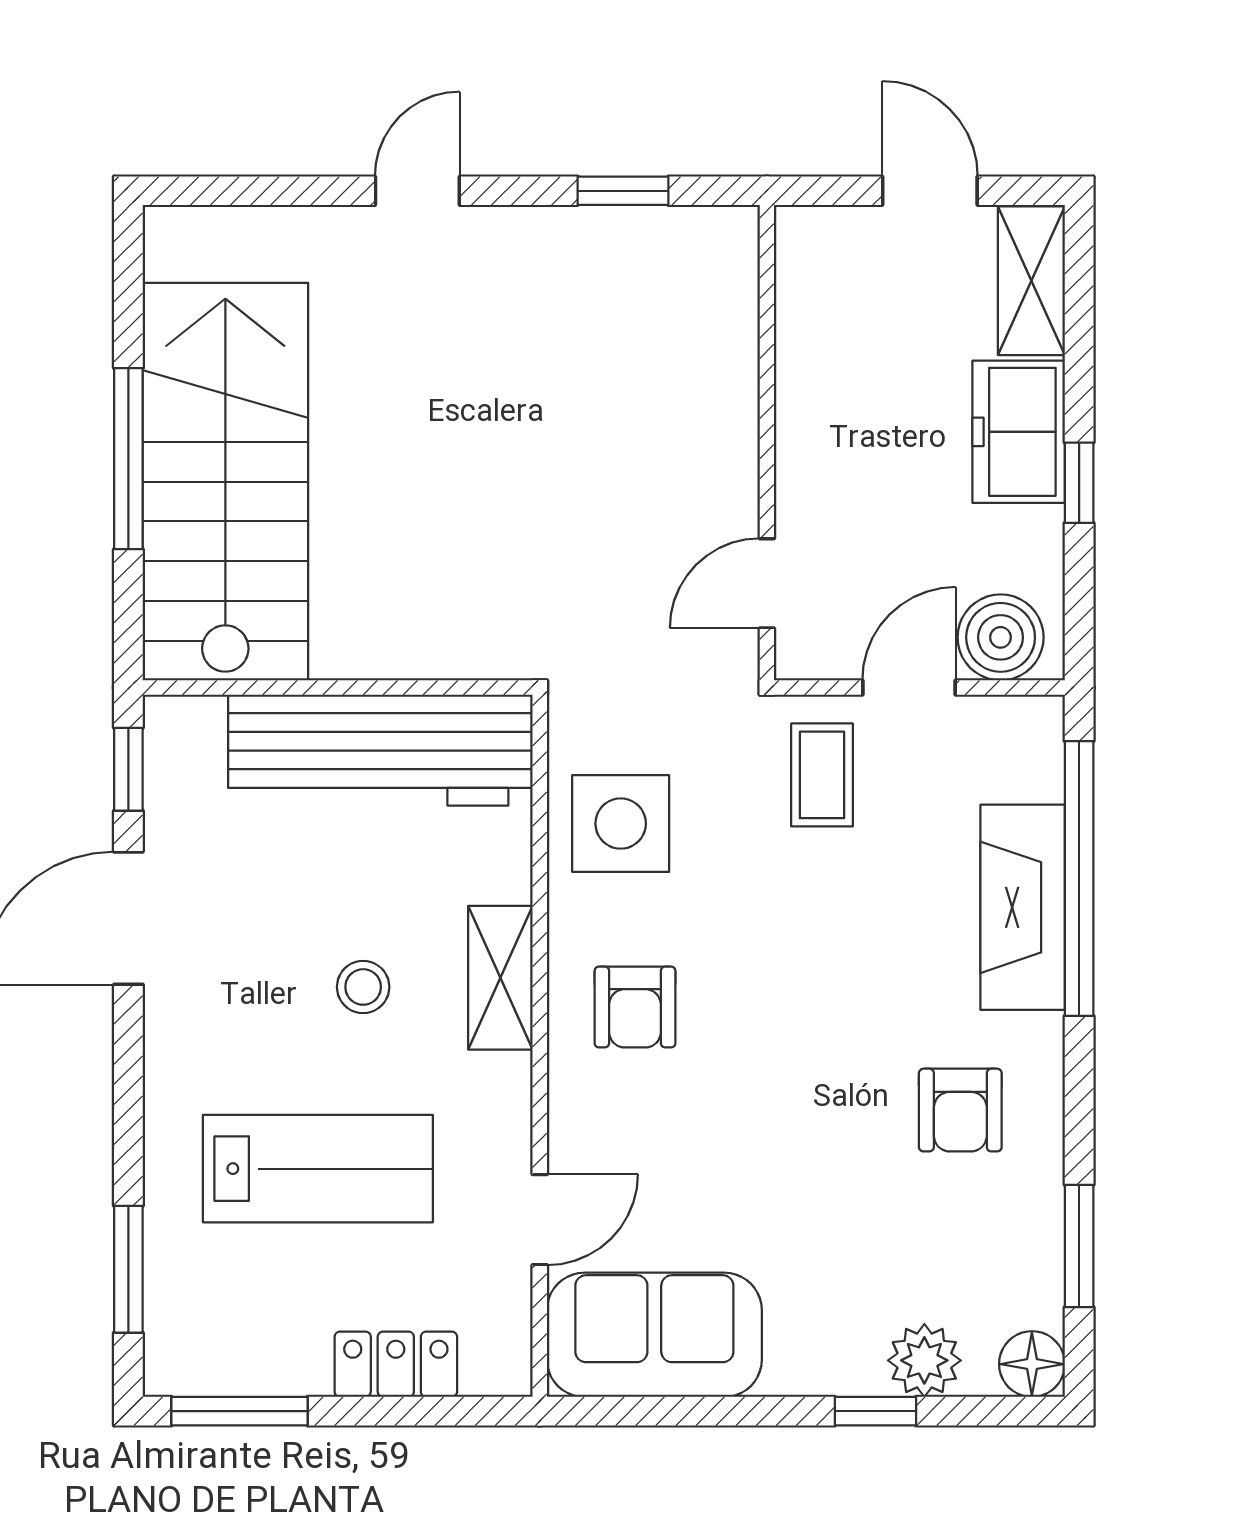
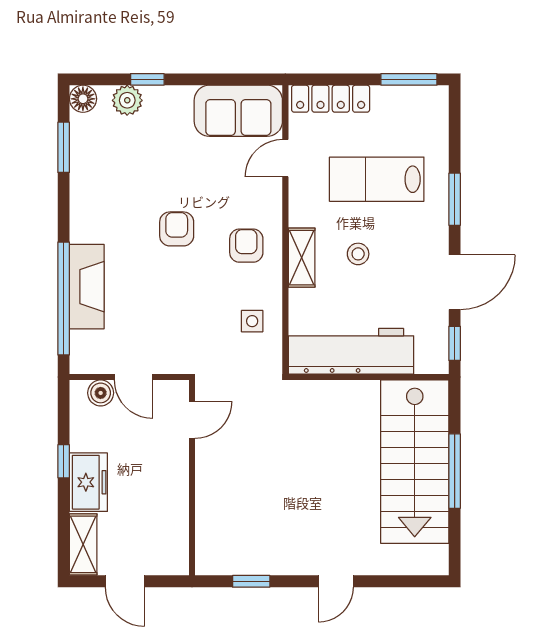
boiler: (1001, 637) -> (101, 393), width x0.73, depth x0.73
door: (909, 687) -> (134, 377), hinge flipped
coffee table: (822, 775) -> (169, 341), removed
side table: (621, 824) -> (252, 321), width x0.54, depth x0.54
armchair: (960, 1110) -> (177, 229), moved
window: (128, 1269) -> (455, 199), moved
locker: (396, 1364) -> (331, 99), width x1.53

